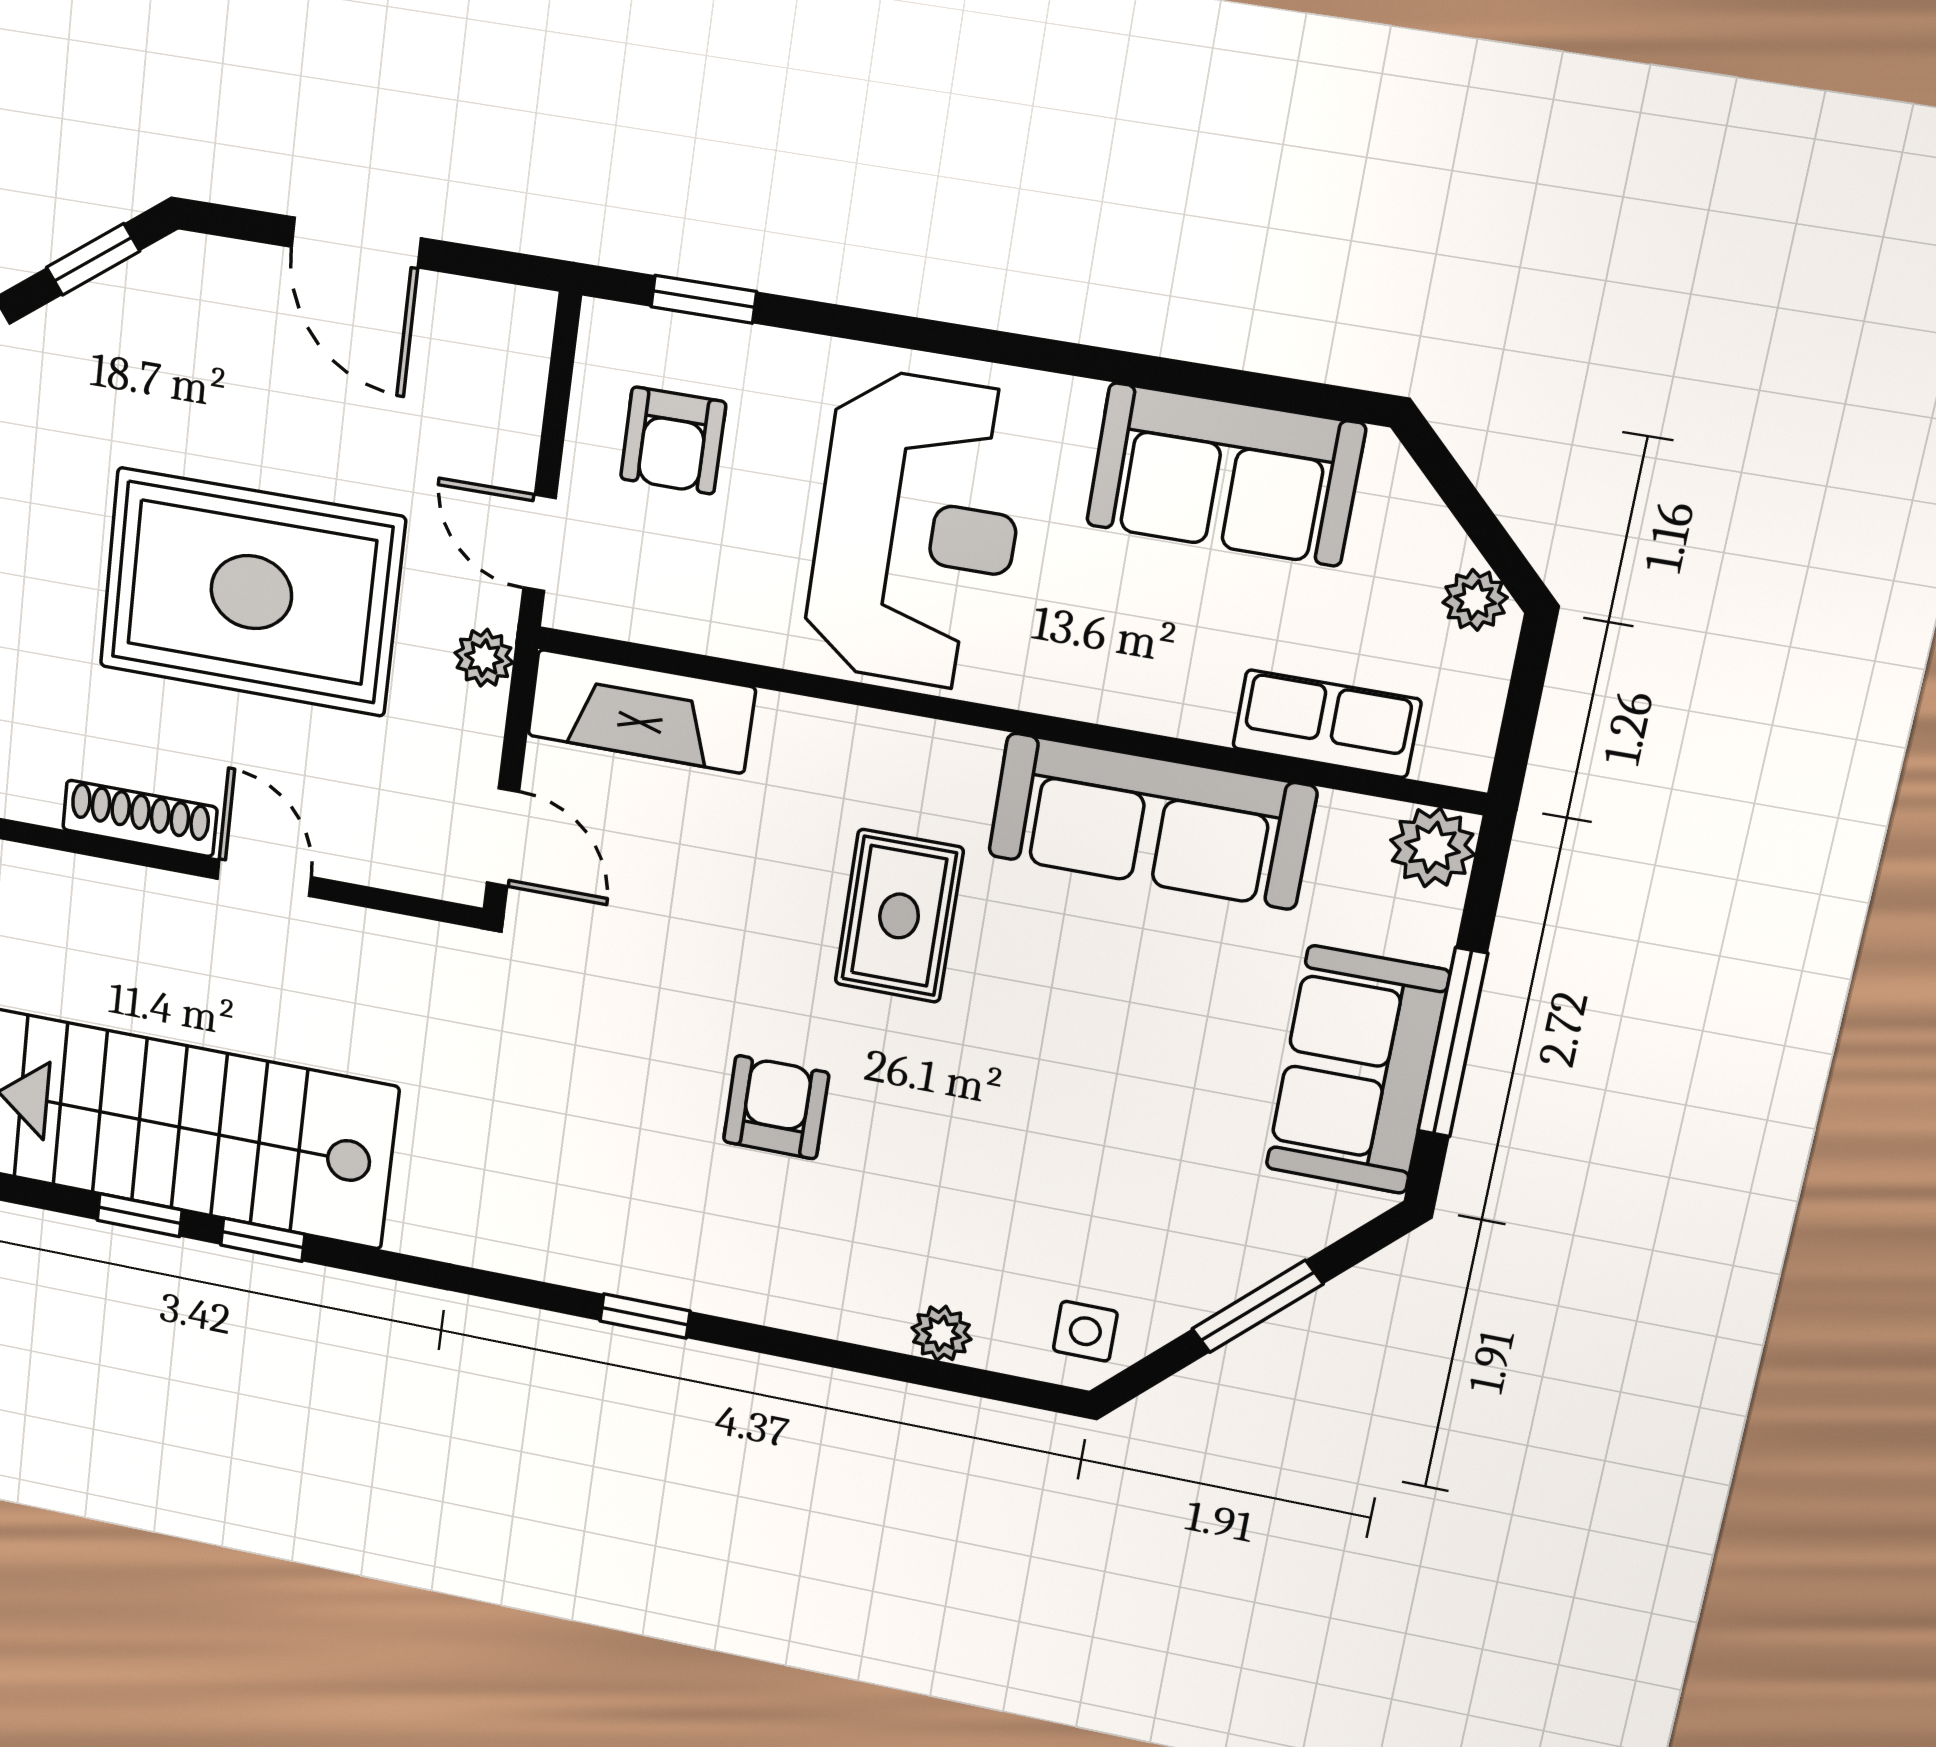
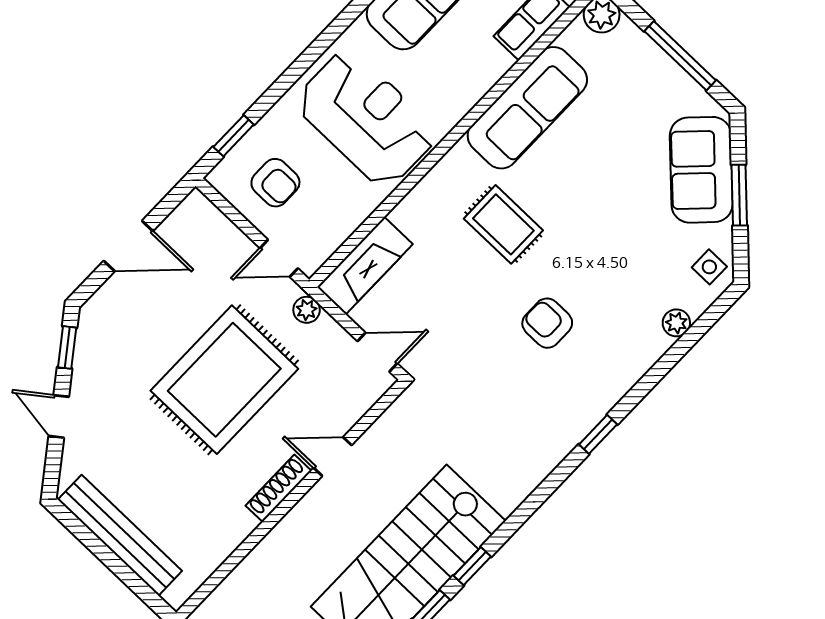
sofa: (1357, 1070) -> (701, 170), moved, turned 45

